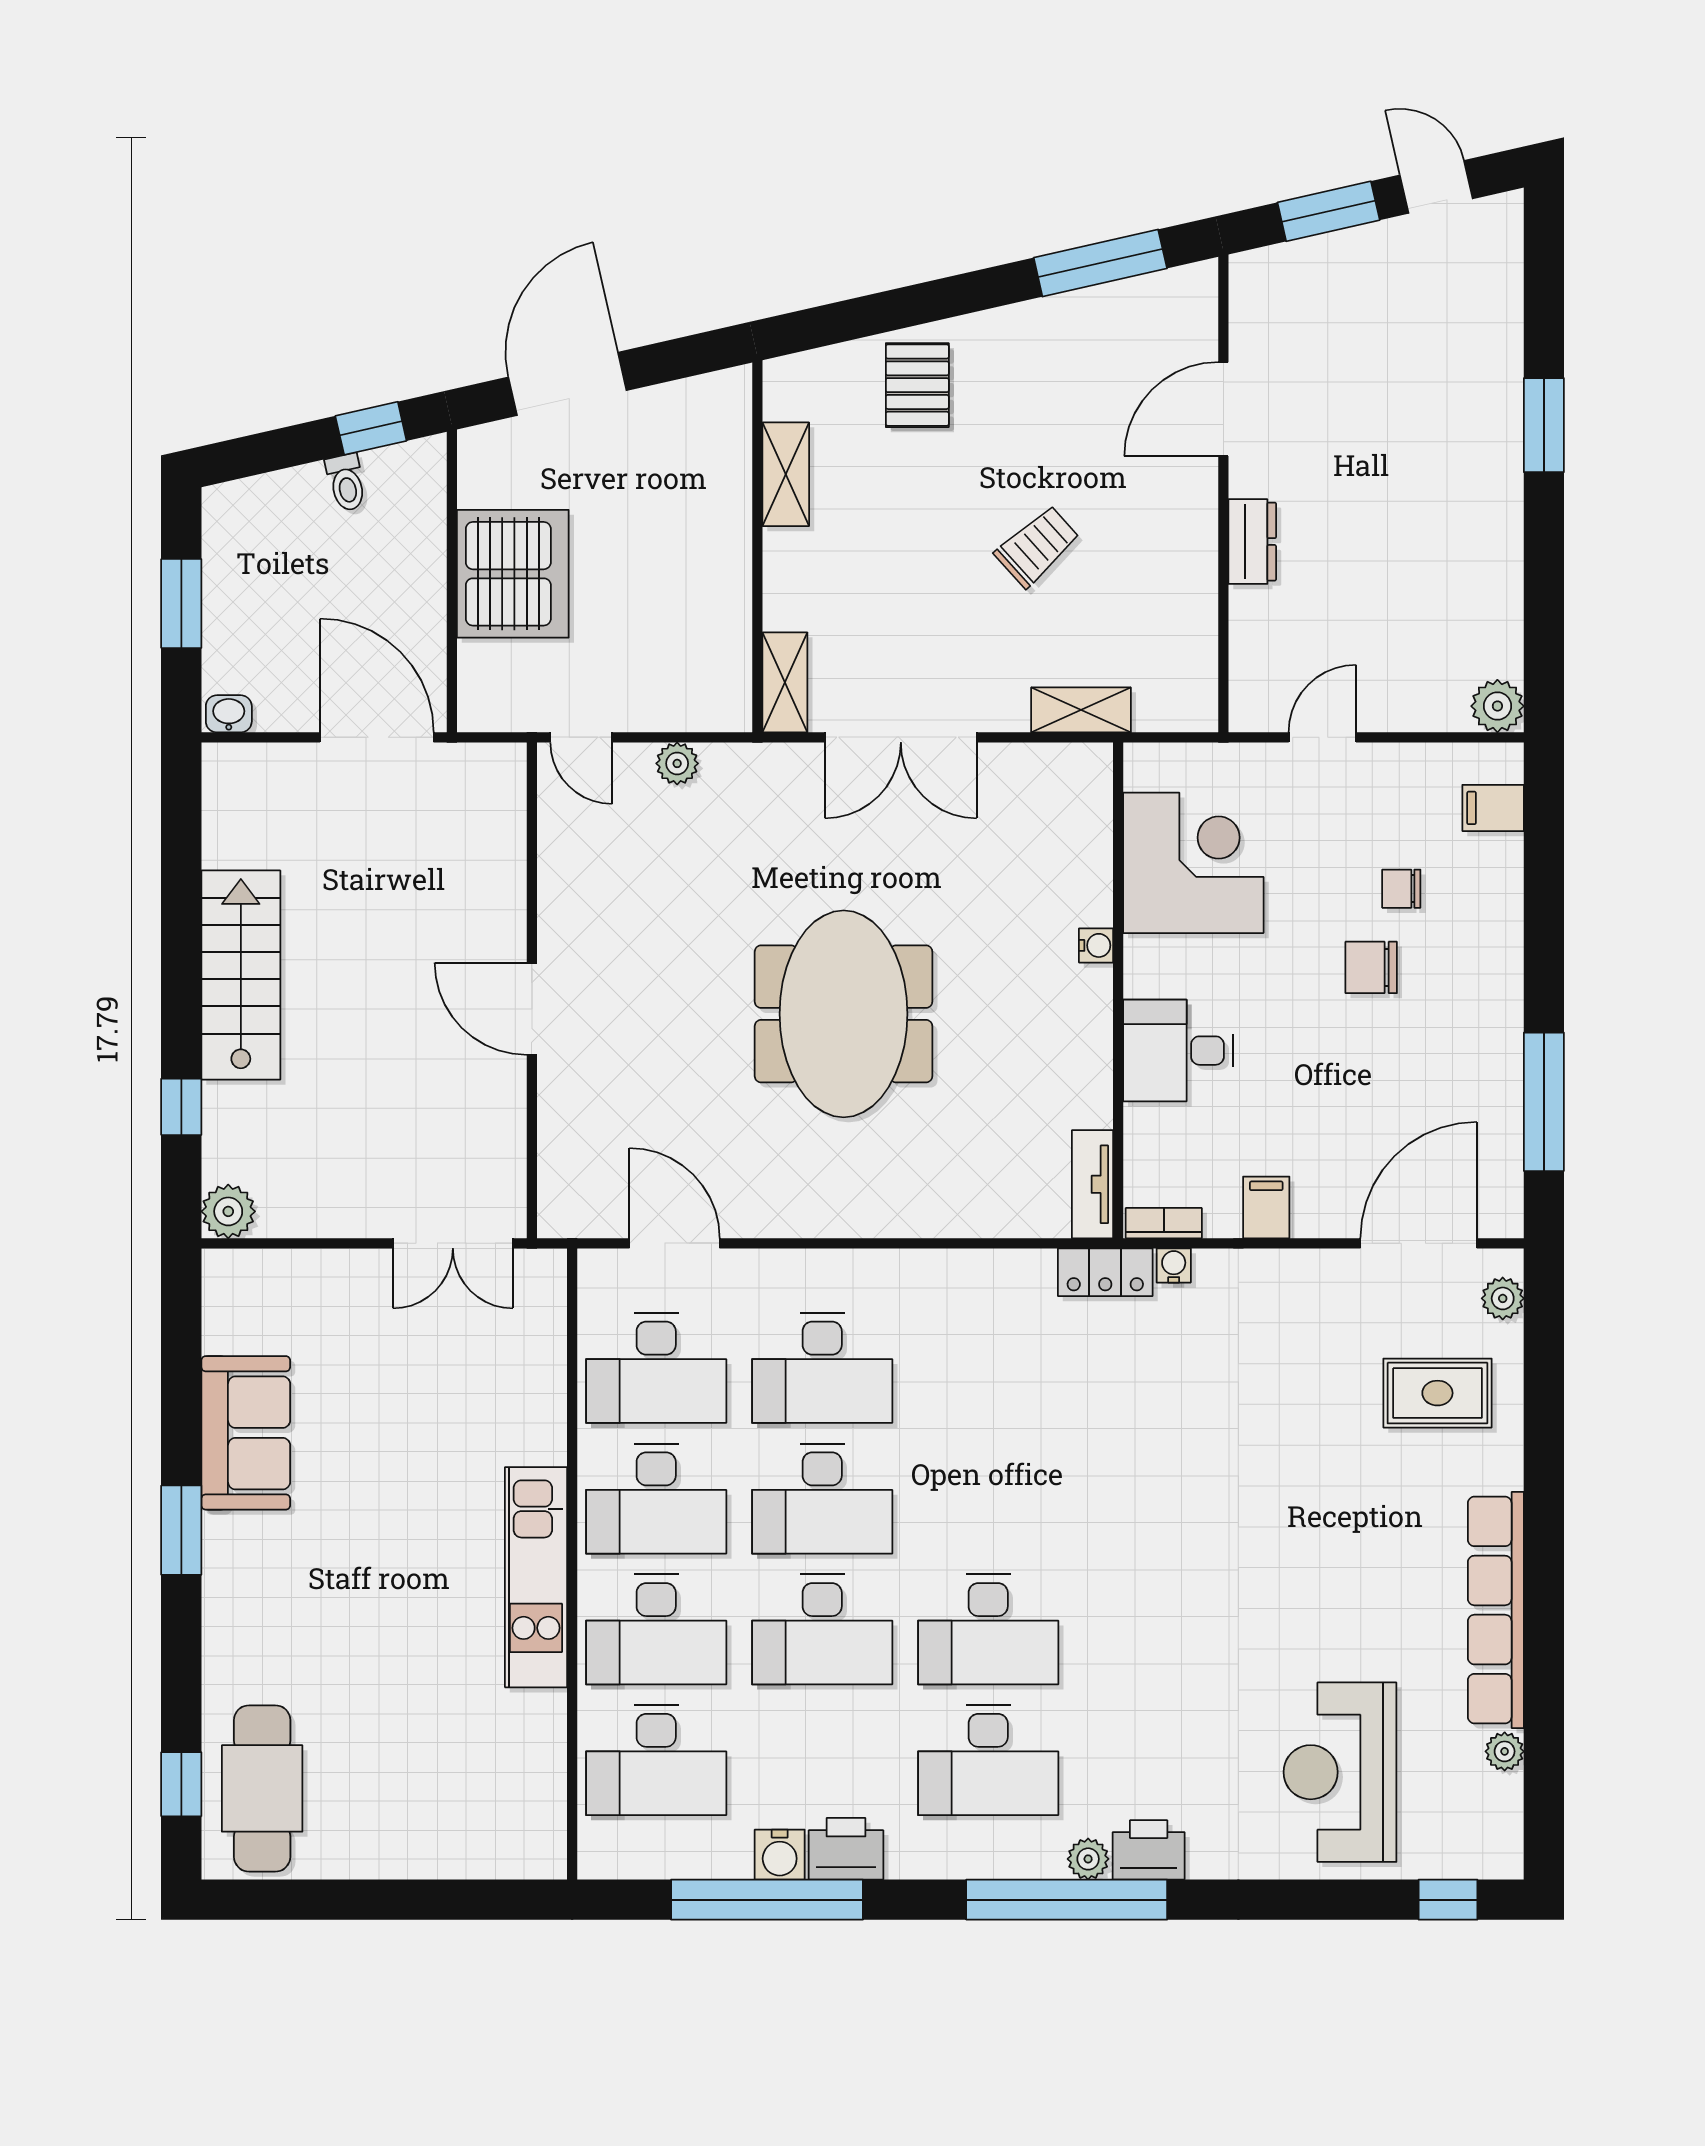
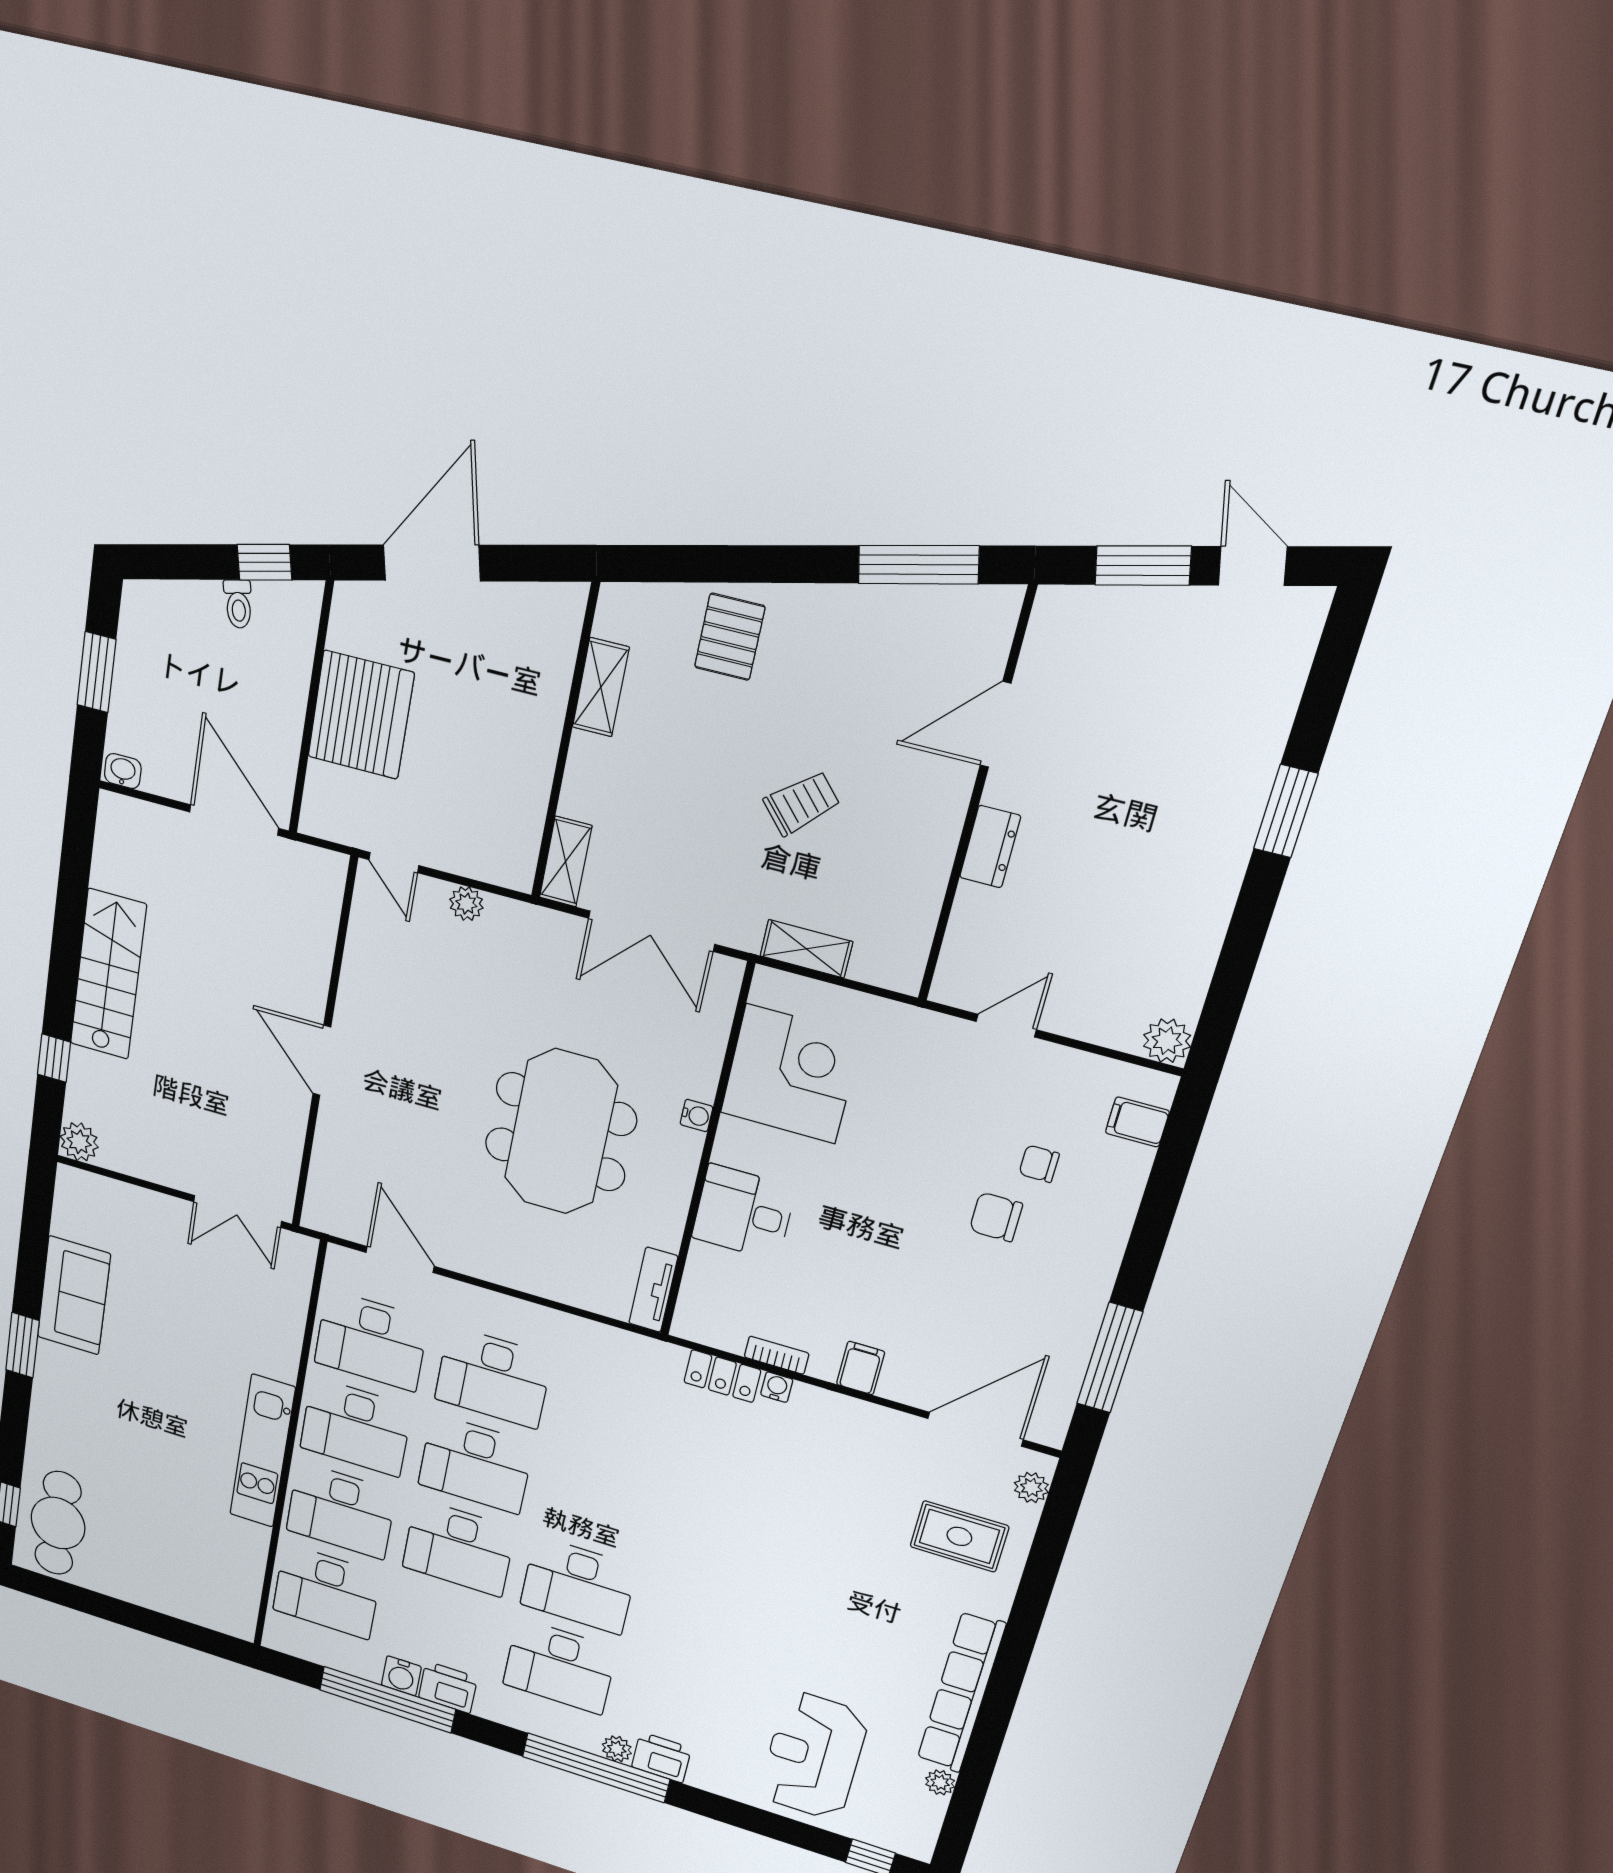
corner desk: (1193, 863) -> (791, 1074), moved
water cooler: (1096, 945) -> (696, 1115), moved
wall: (1118, 990) -> (706, 1154), moved
desk: (1178, 1051) -> (743, 1212), moved
tv unit: (1092, 1184) -> (653, 1290), moved

